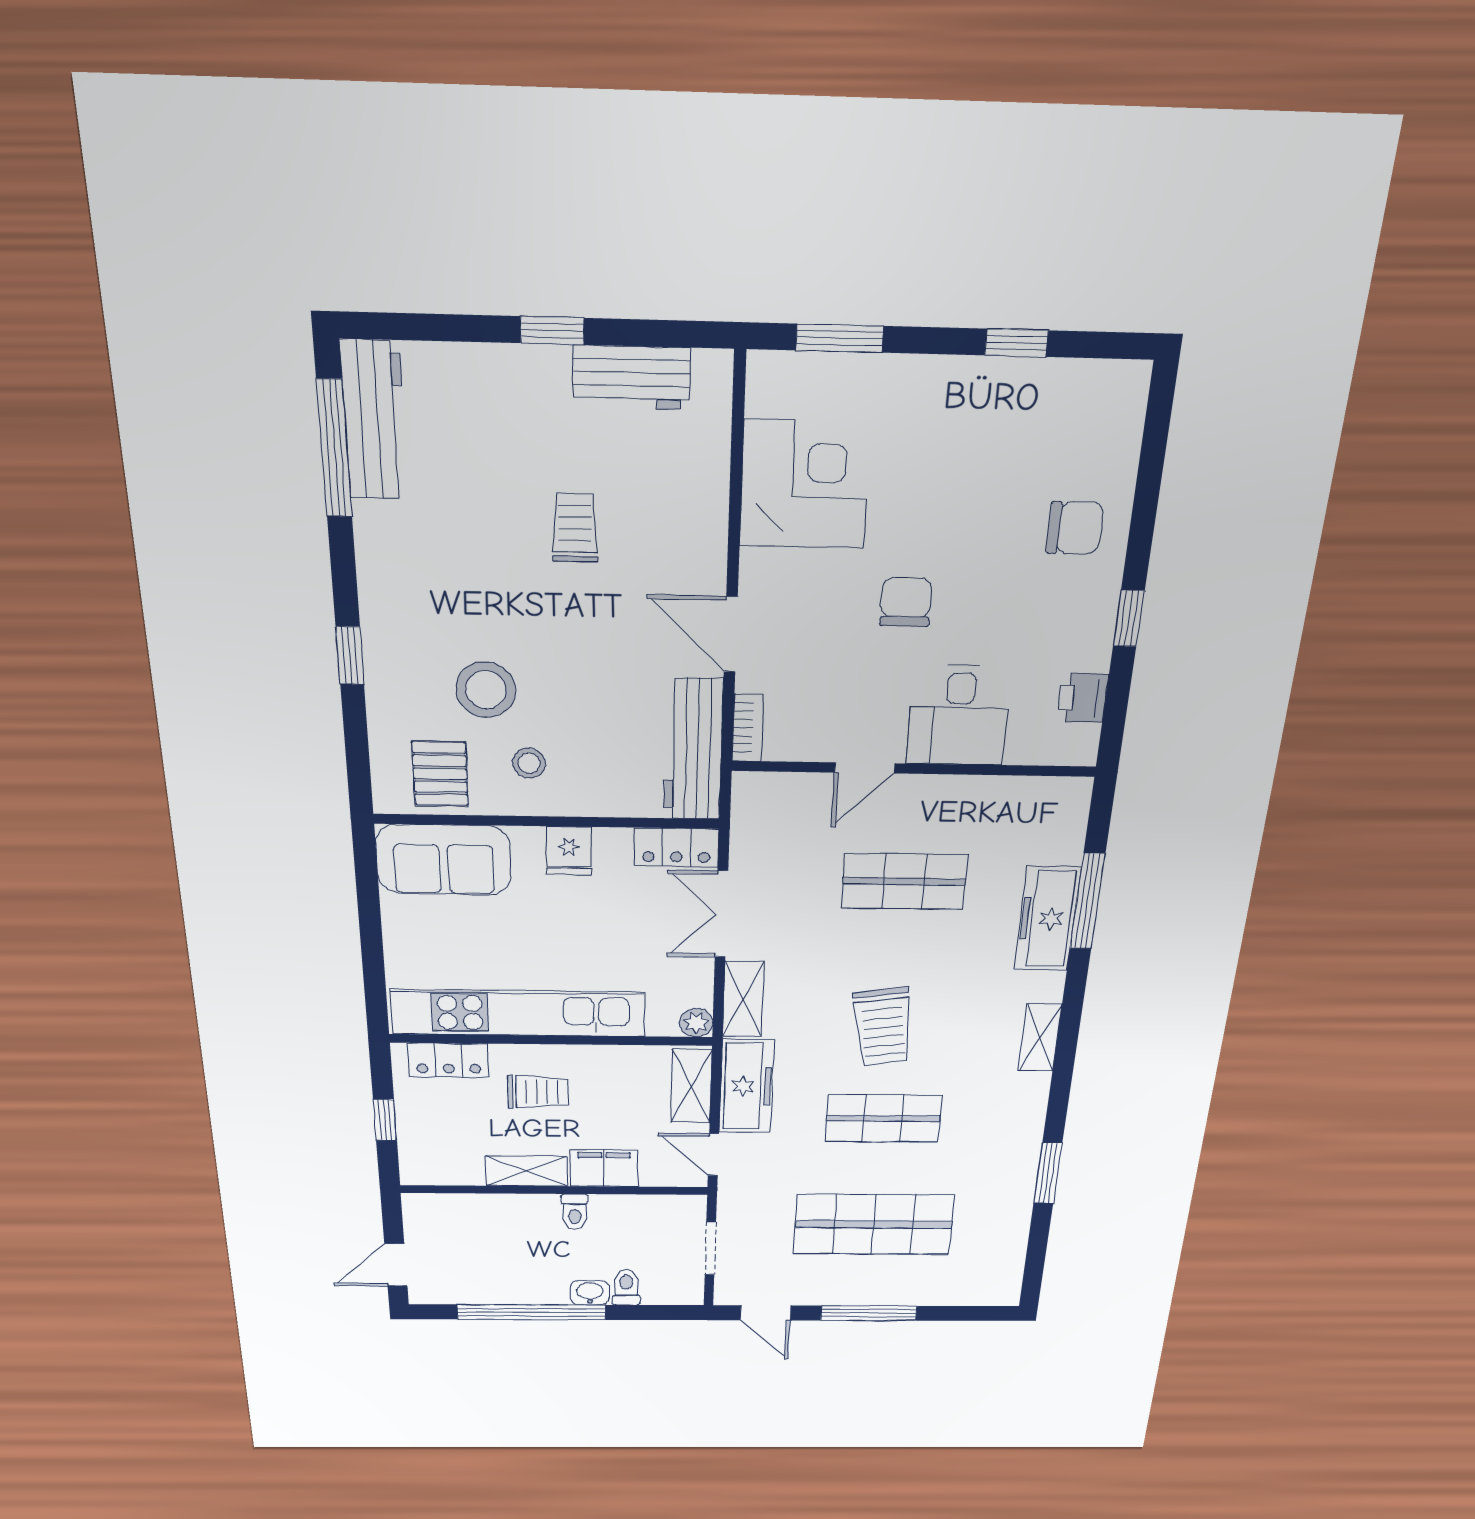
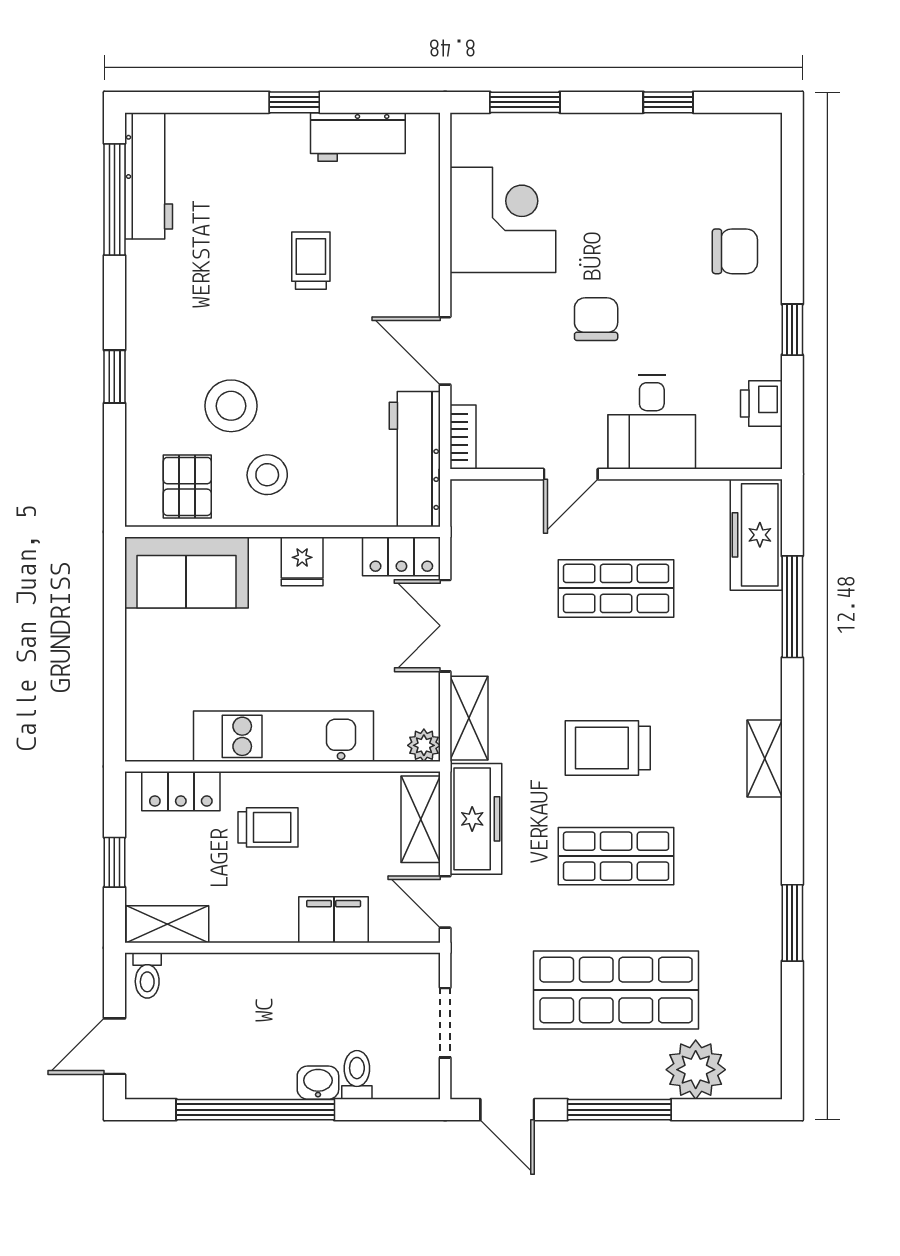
stool: (529, 763) -> (267, 475), width x1.37, depth x1.37
freezer: (1047, 919) -> (756, 535), moved
kitchen unit: (518, 1013) -> (284, 736), width x0.73
trolley: (883, 1027) -> (608, 748), turned 98
shelving: (527, 1171) -> (167, 924), moved
toilet: (575, 1212) -> (147, 975), moved
plant: (942, 1284) -> (696, 1070), added

